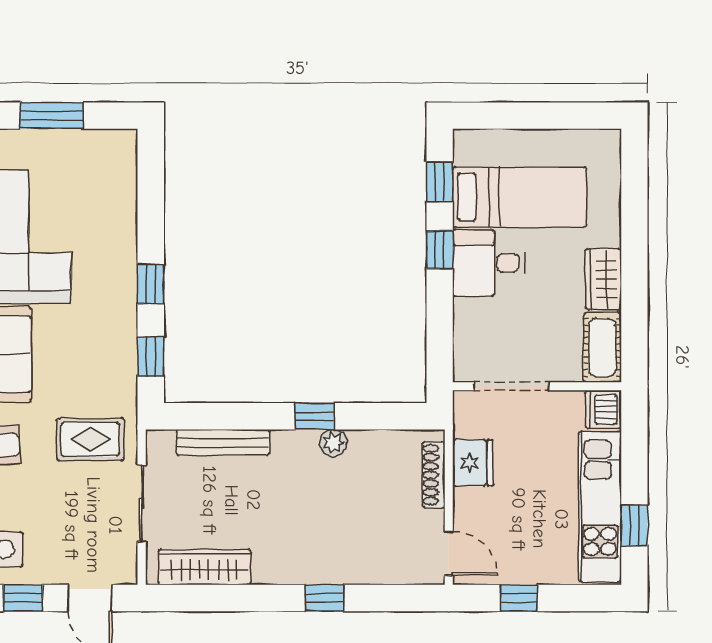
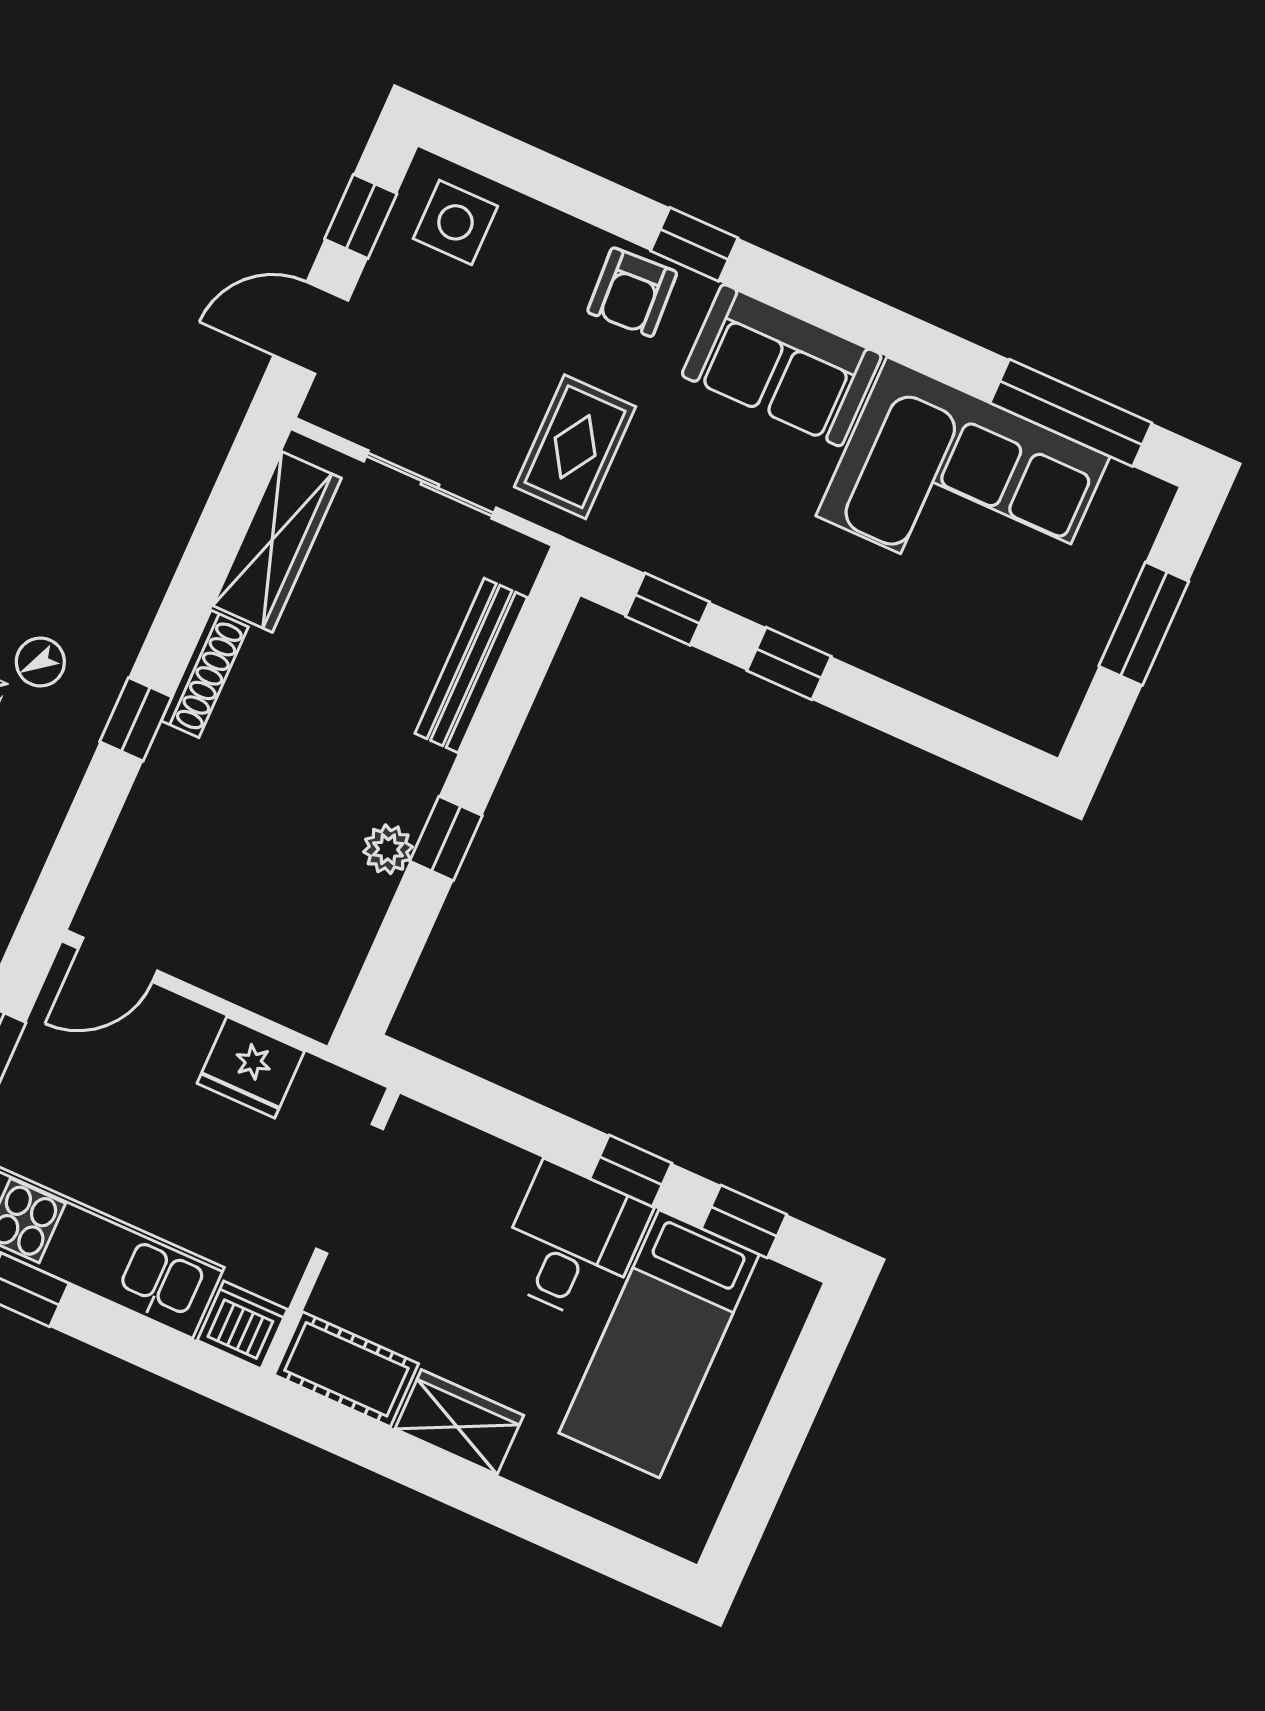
shoe rack: (434, 475) -> (205, 674), moved, turned 90

